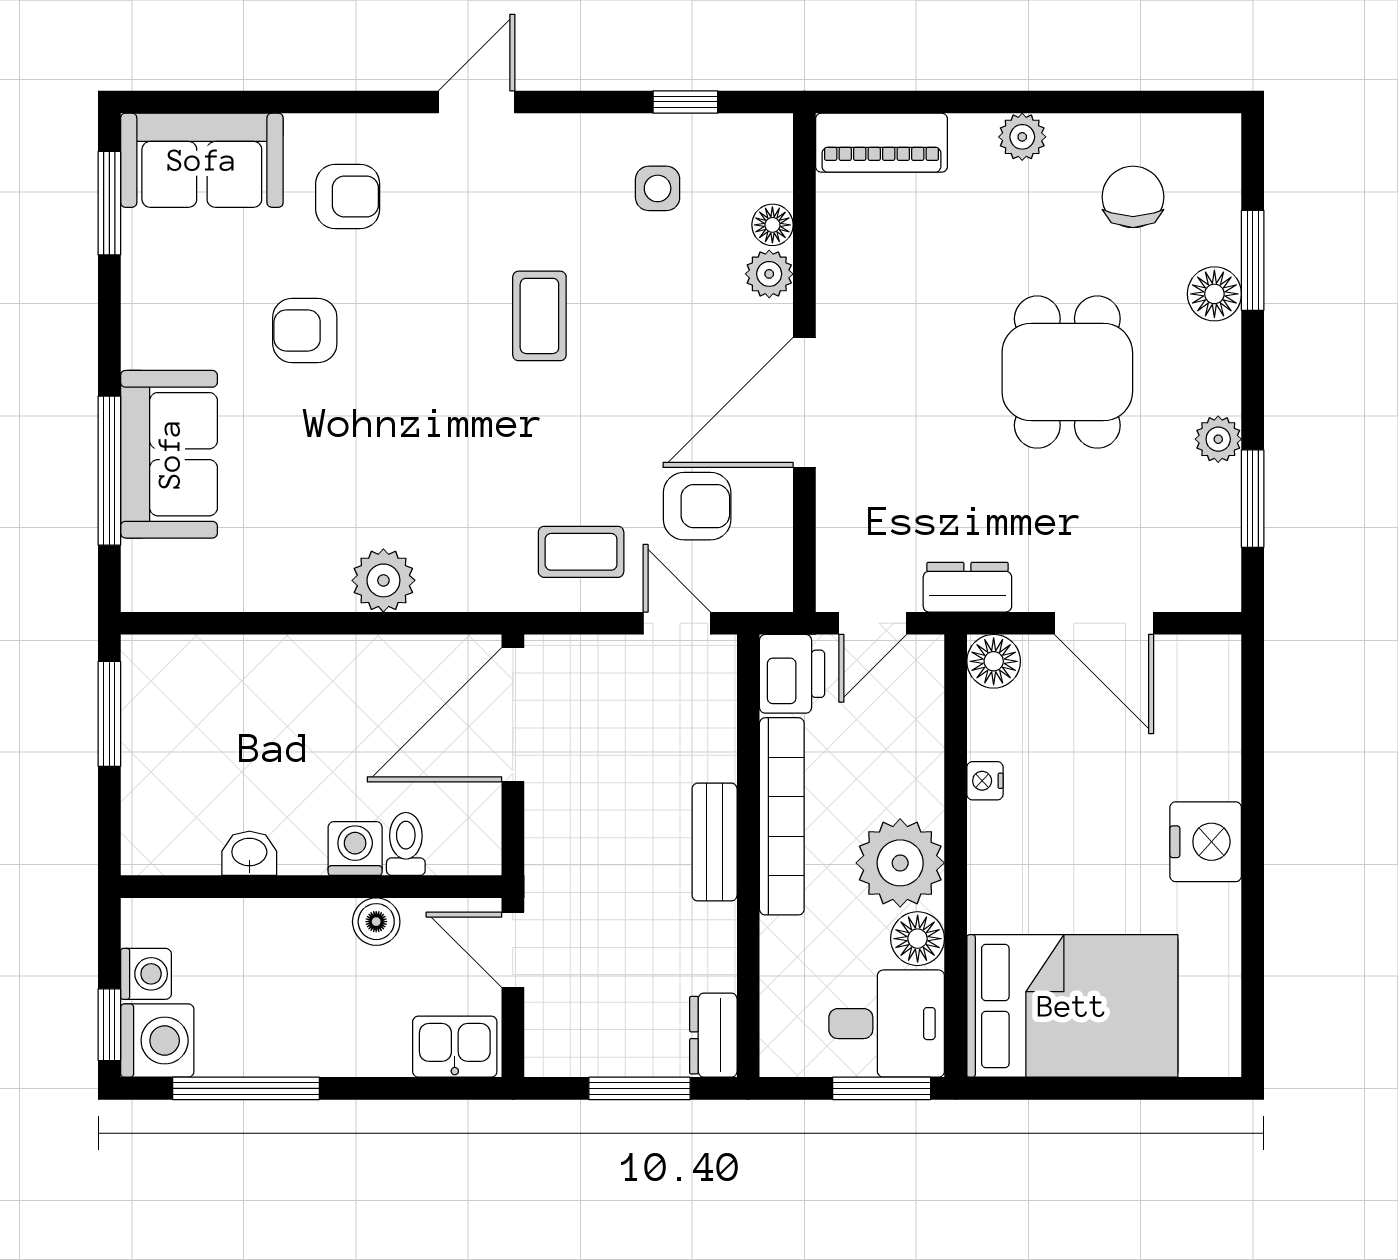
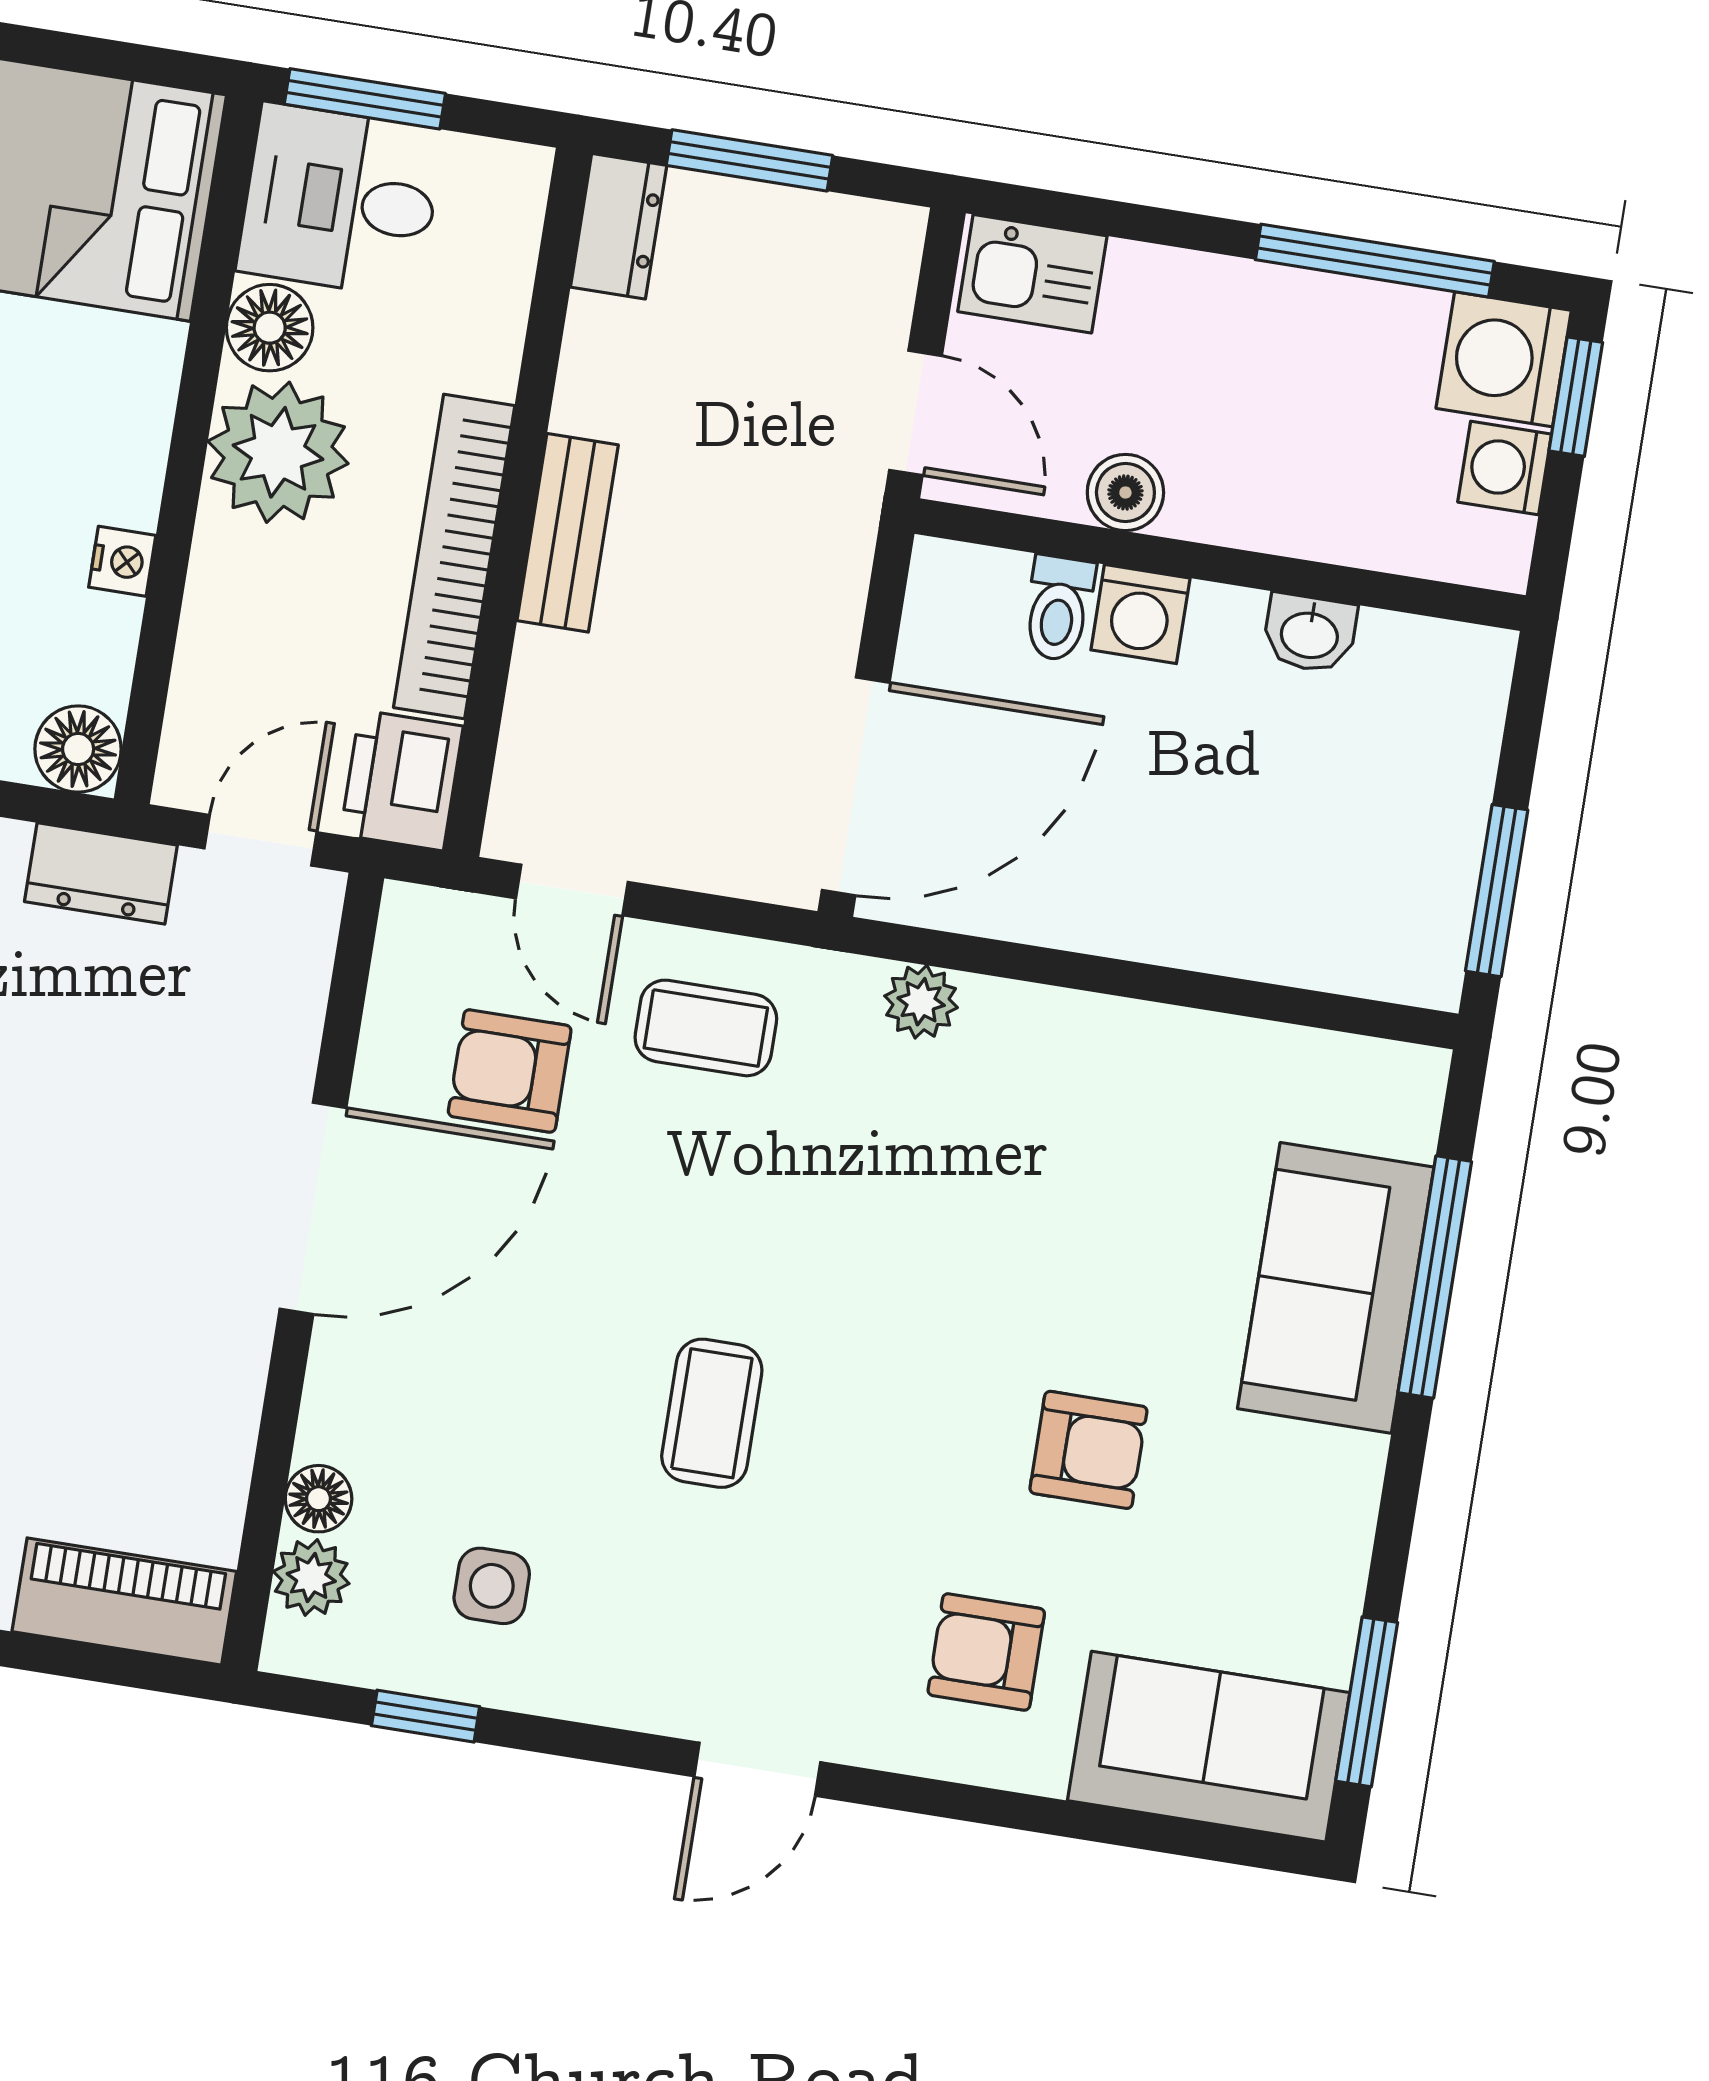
plant: (769, 274) -> (311, 1577), moved
plant: (383, 580) -> (921, 1002), moved, width x0.73, depth x0.73

